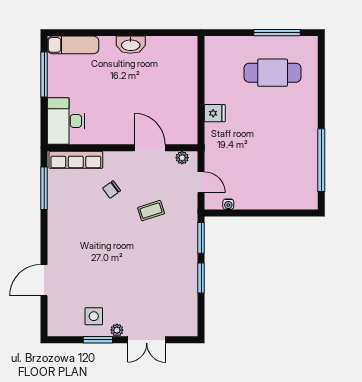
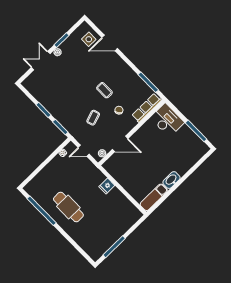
exam couch: (73, 45) -> (154, 197), moved
cafe table: (273, 73) -> (68, 207), moved, turned 90
coffee table: (106, 230) -> (104, 90), added
door: (44, 280) -> (110, 43), swing flipped
side table: (94, 316) -> (89, 39), moved

